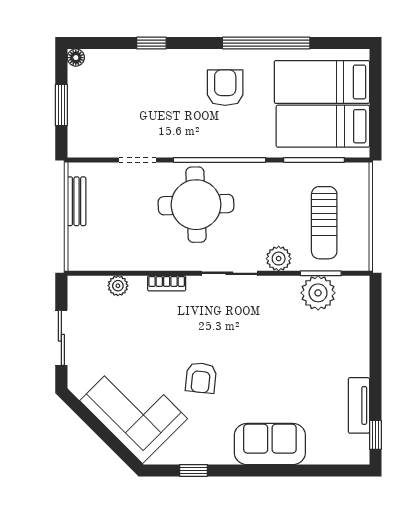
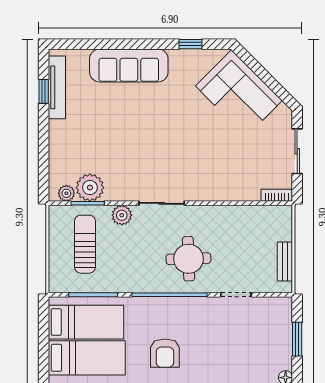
round table: (196, 205) -> (189, 259), width x0.73, depth x0.73
bookcase: (167, 283) -> (277, 195), moved
plant: (118, 286) -> (66, 193), moved
armchair: (201, 378) -> (184, 119), removed
tv unit: (359, 405) -> (57, 87), width x1.41
window: (375, 435) -> (44, 91), moved
sofa: (270, 444) -> (129, 65), width x1.36

